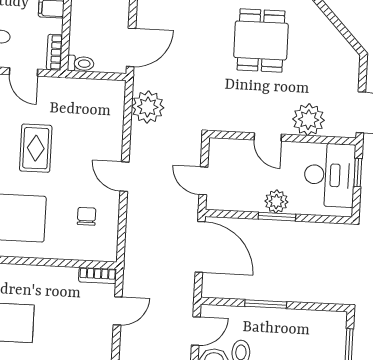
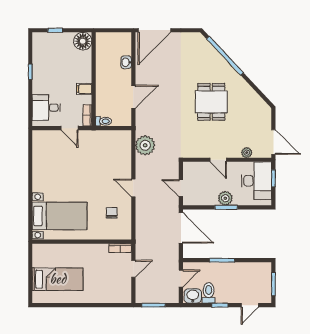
door: (131, 47) -> (133, 97), moved
plant: (308, 120) -> (247, 153), width x0.53, depth x0.53
rug: (36, 148) -> (79, 174), removed

